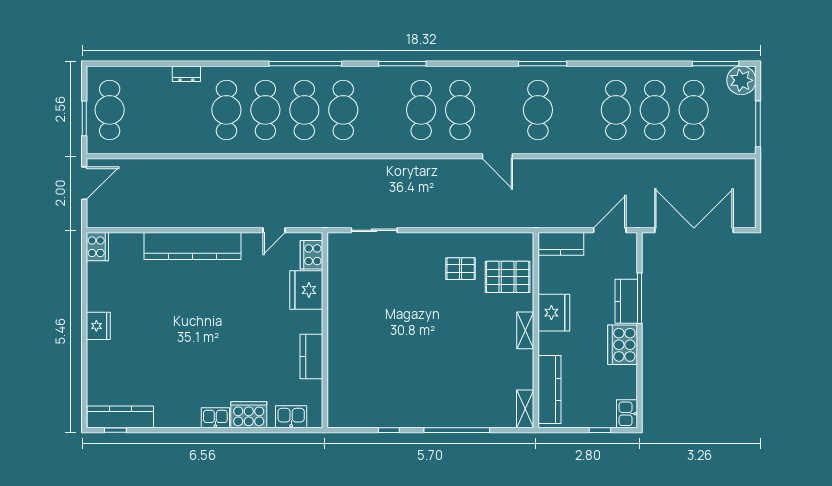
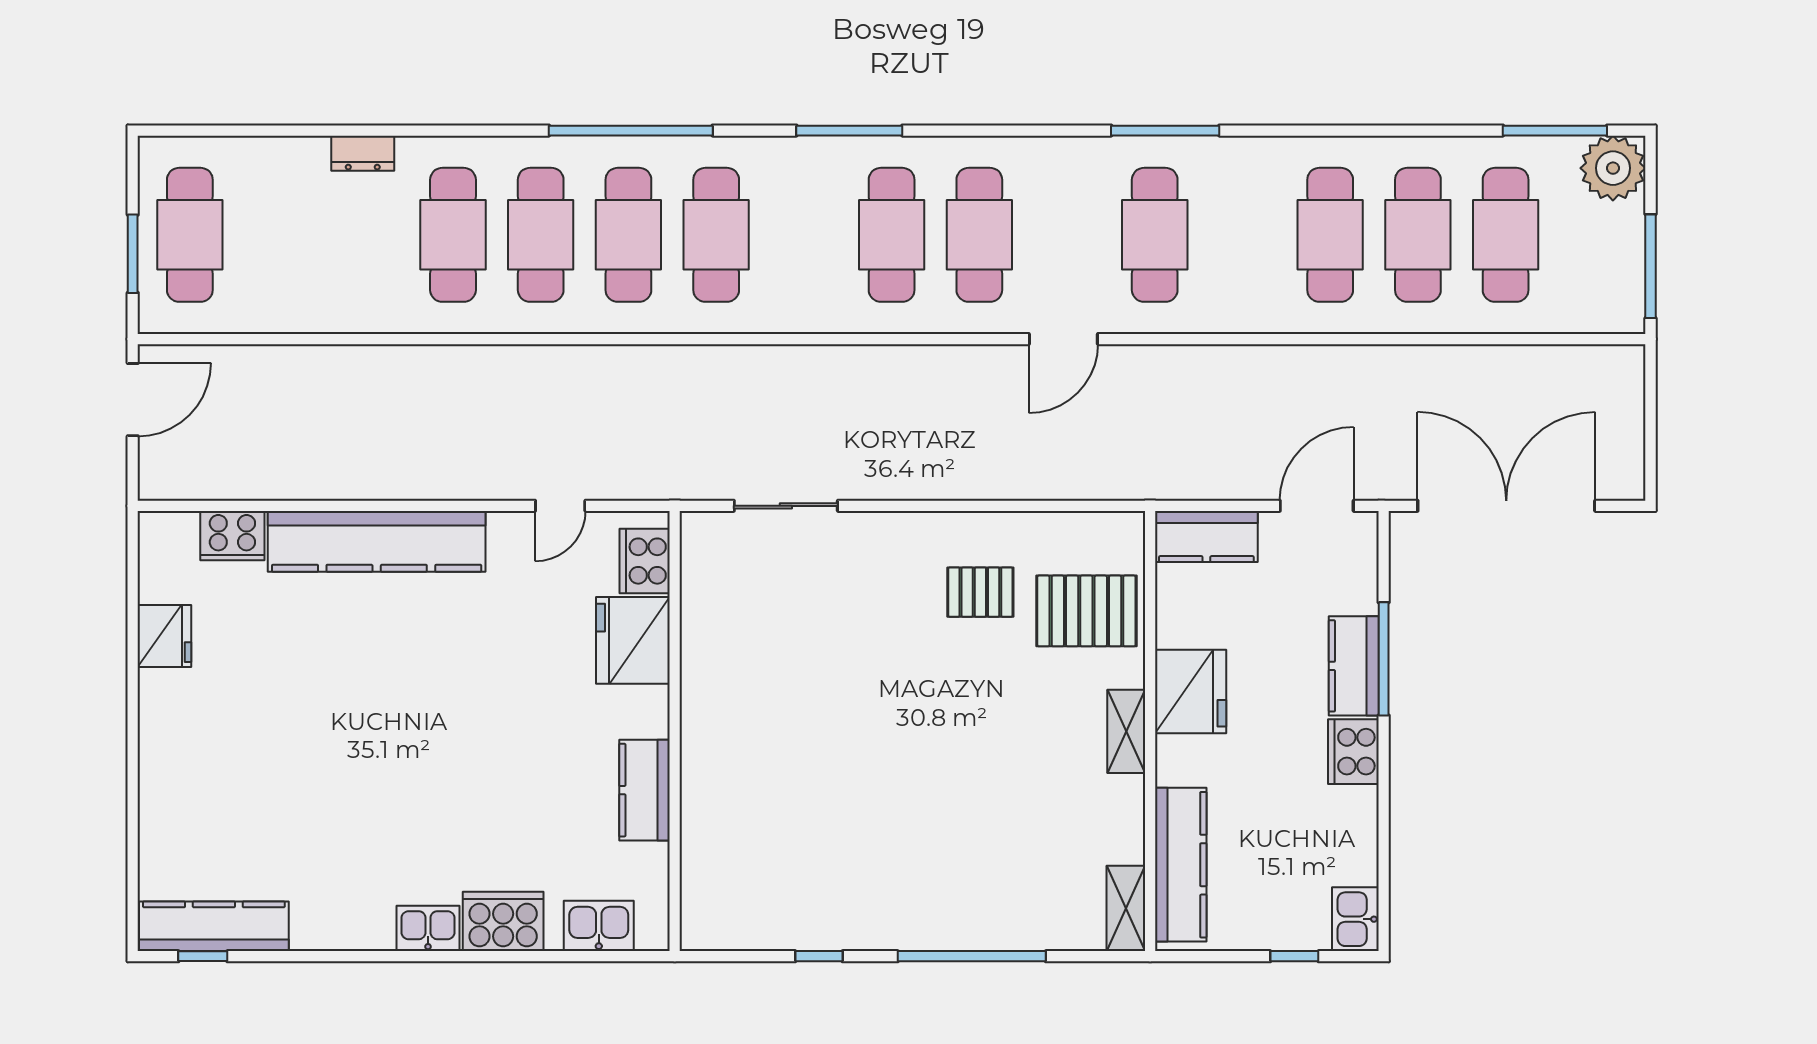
door: (497, 156) -> (1063, 339), hinge flipped
cooker: (97, 247) -> (232, 536), moved, turned 90
fridge: (98, 326) -> (164, 636), moved
cooker: (623, 345) -> (1353, 752), width x0.73, depth x0.76

